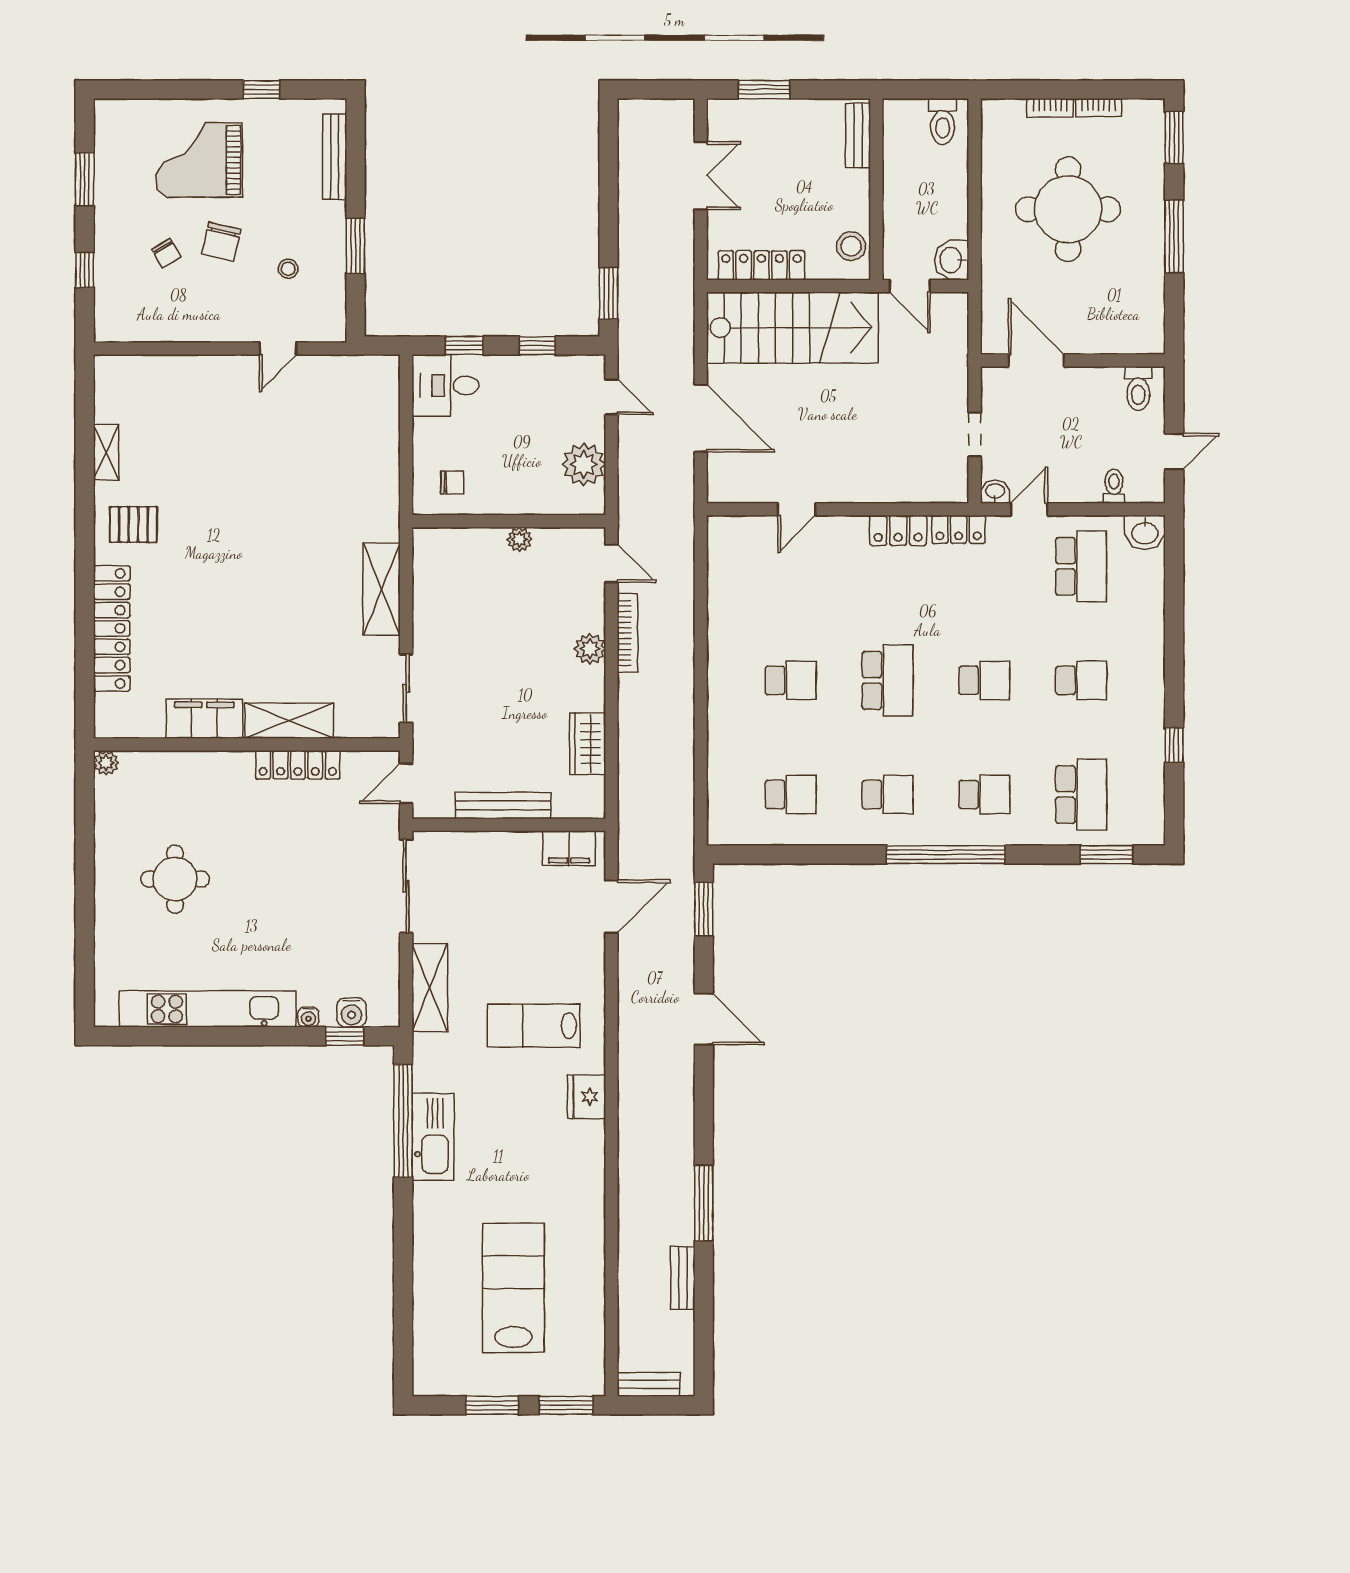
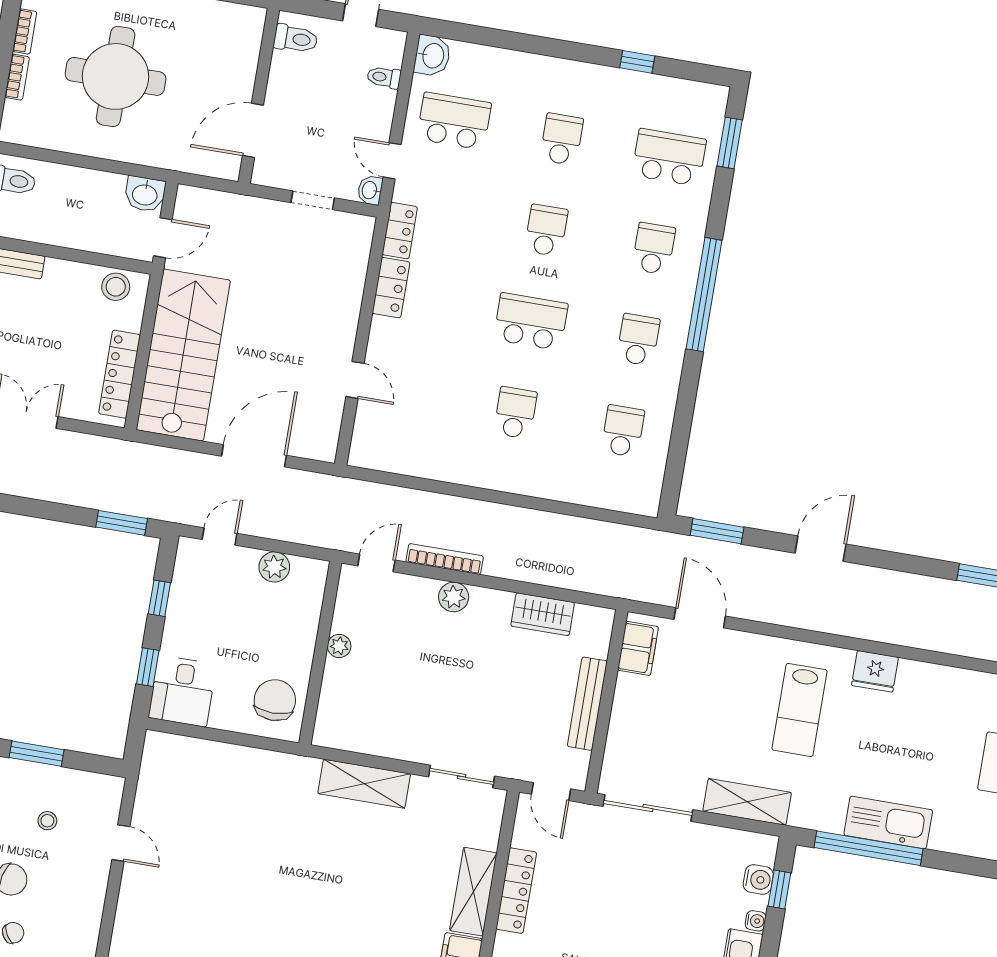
plant: (584, 464) -> (274, 567), width x0.73, depth x0.73
chair: (452, 482) -> (275, 700), width x1.87, depth x1.87

